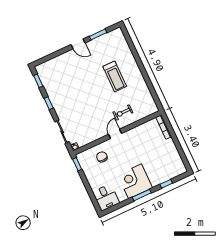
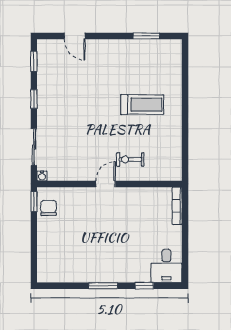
door: (78, 44) -> (75, 36), moved
treadmill: (115, 76) -> (142, 105), turned -90
chair: (102, 157) -> (49, 208), moved
corner desk: (135, 181) -> (103, 262), removed
desk: (106, 197) -> (166, 266), moved

